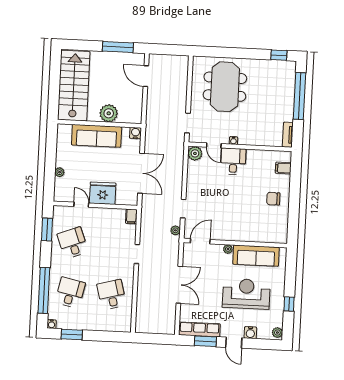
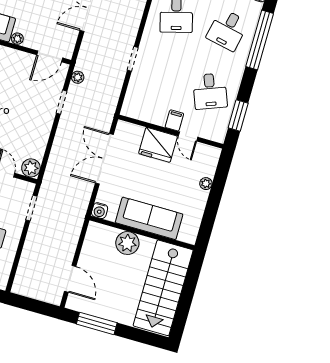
filing cabinet: (131, 216) -> (174, 120), moved

